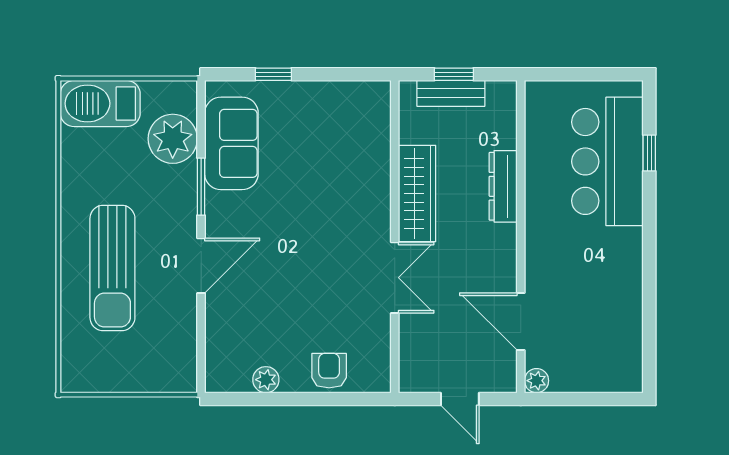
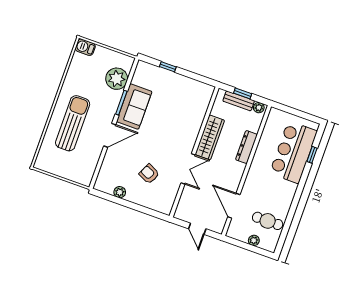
plant: (499, 92) -> (259, 108), added
barbecue: (100, 103) -> (85, 47), width x0.53, depth x0.65
sofa: (231, 143) -> (134, 107), moved
sun lounger: (112, 268) -> (73, 123), turned 180
cafe table: (605, 328) -> (268, 221), added
armchair: (329, 371) -> (149, 174), moved, turned -64
plant: (537, 381) -> (254, 240), moved

